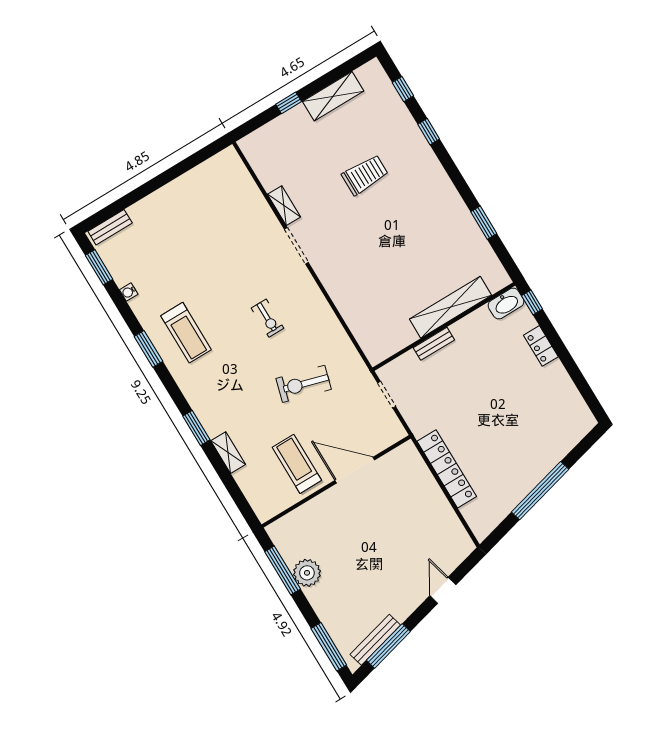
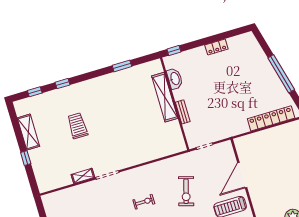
washbasin: (506, 304) -> (175, 79), moved
locker: (541, 346) -> (216, 47), moved
locker: (447, 469) -> (271, 118), moved

